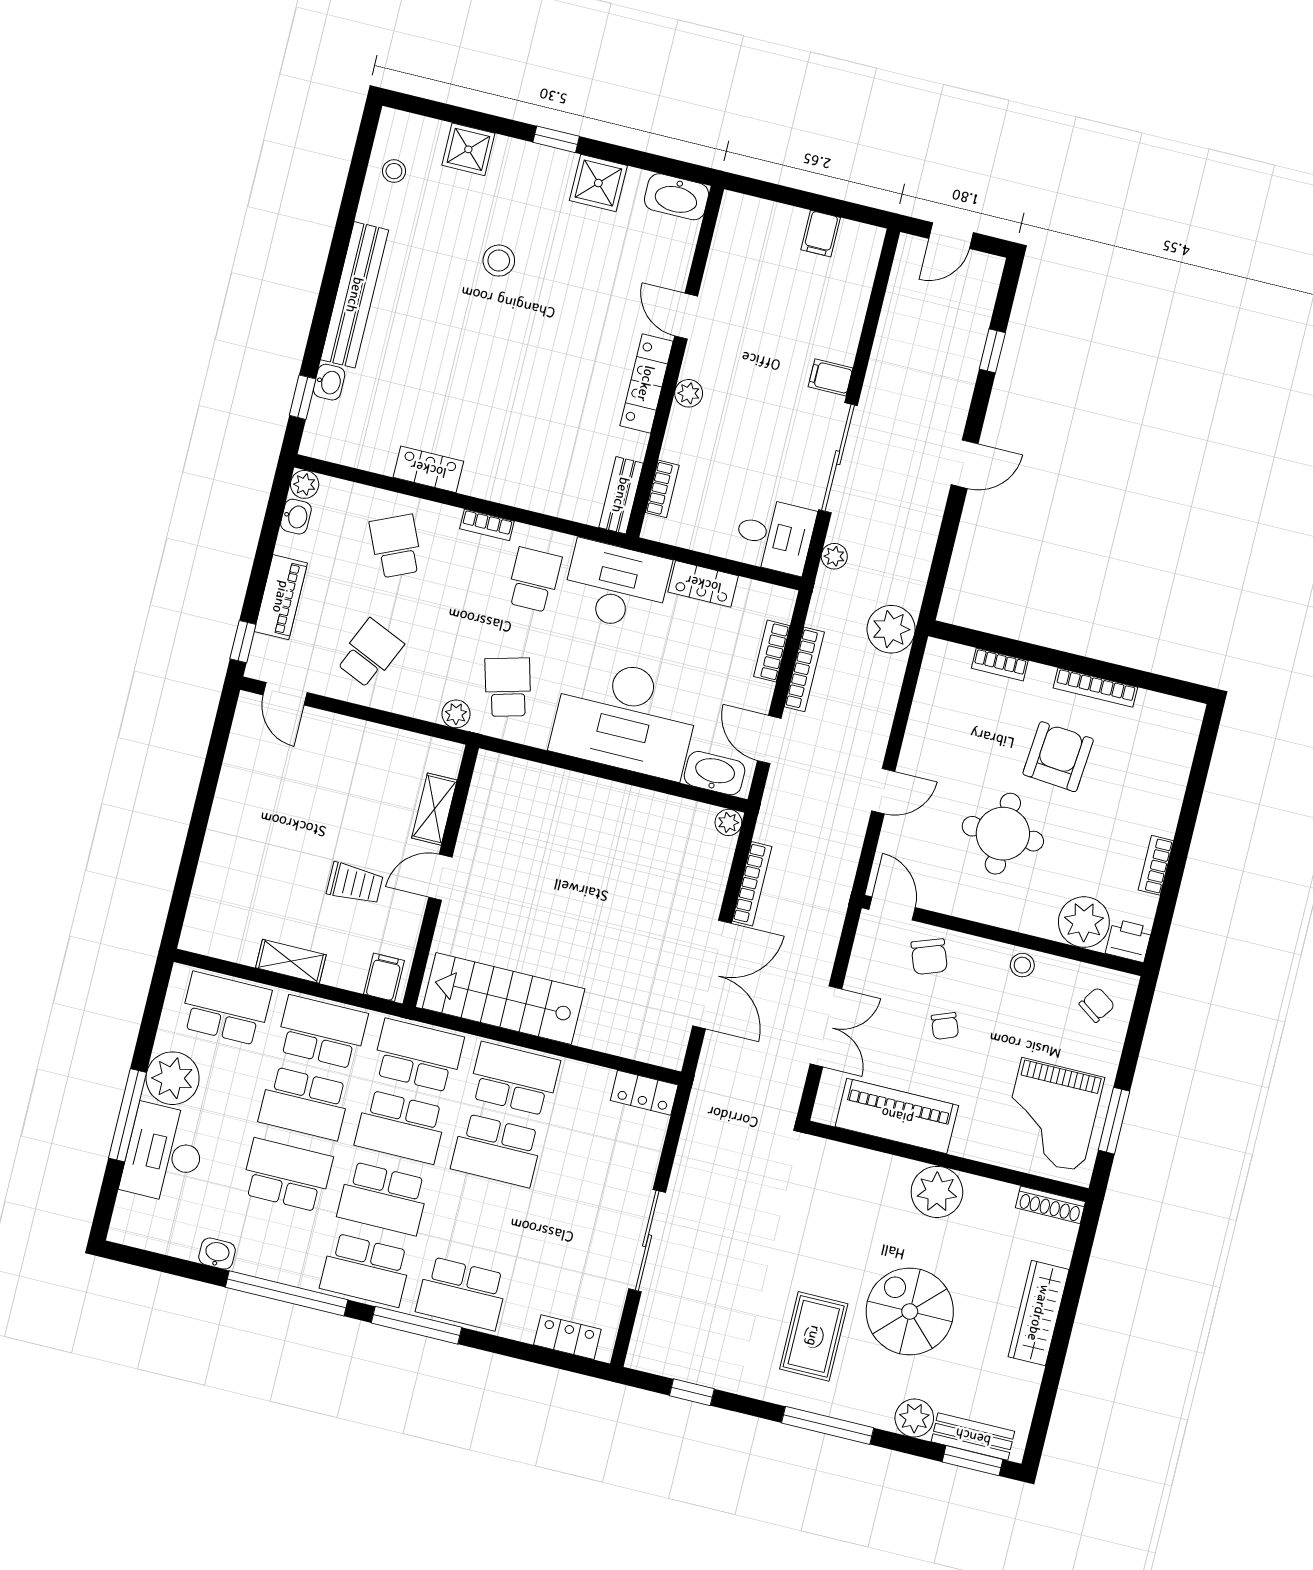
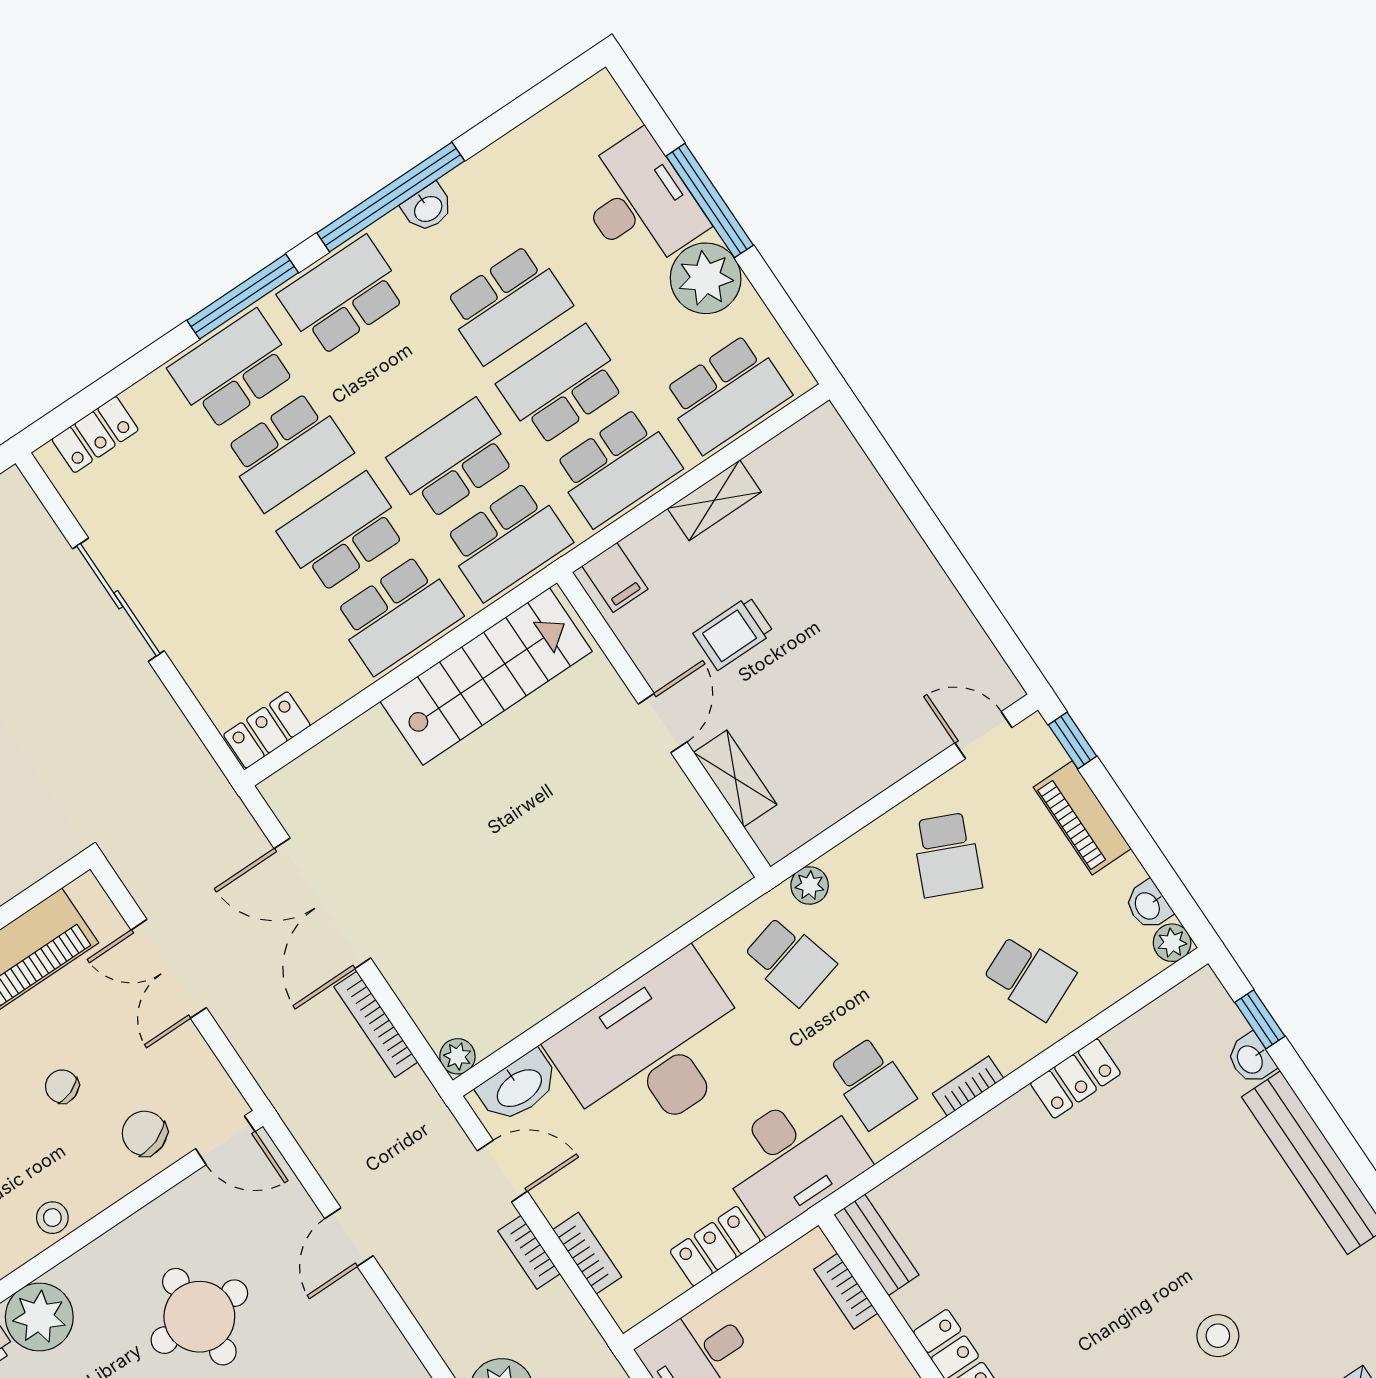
bookcase: (804, 669) -> (529, 1252), width x0.64
school desk: (383, 1198) -> (288, 451), moved, turned 180
washbasin: (217, 1254) -> (428, 208), moved

